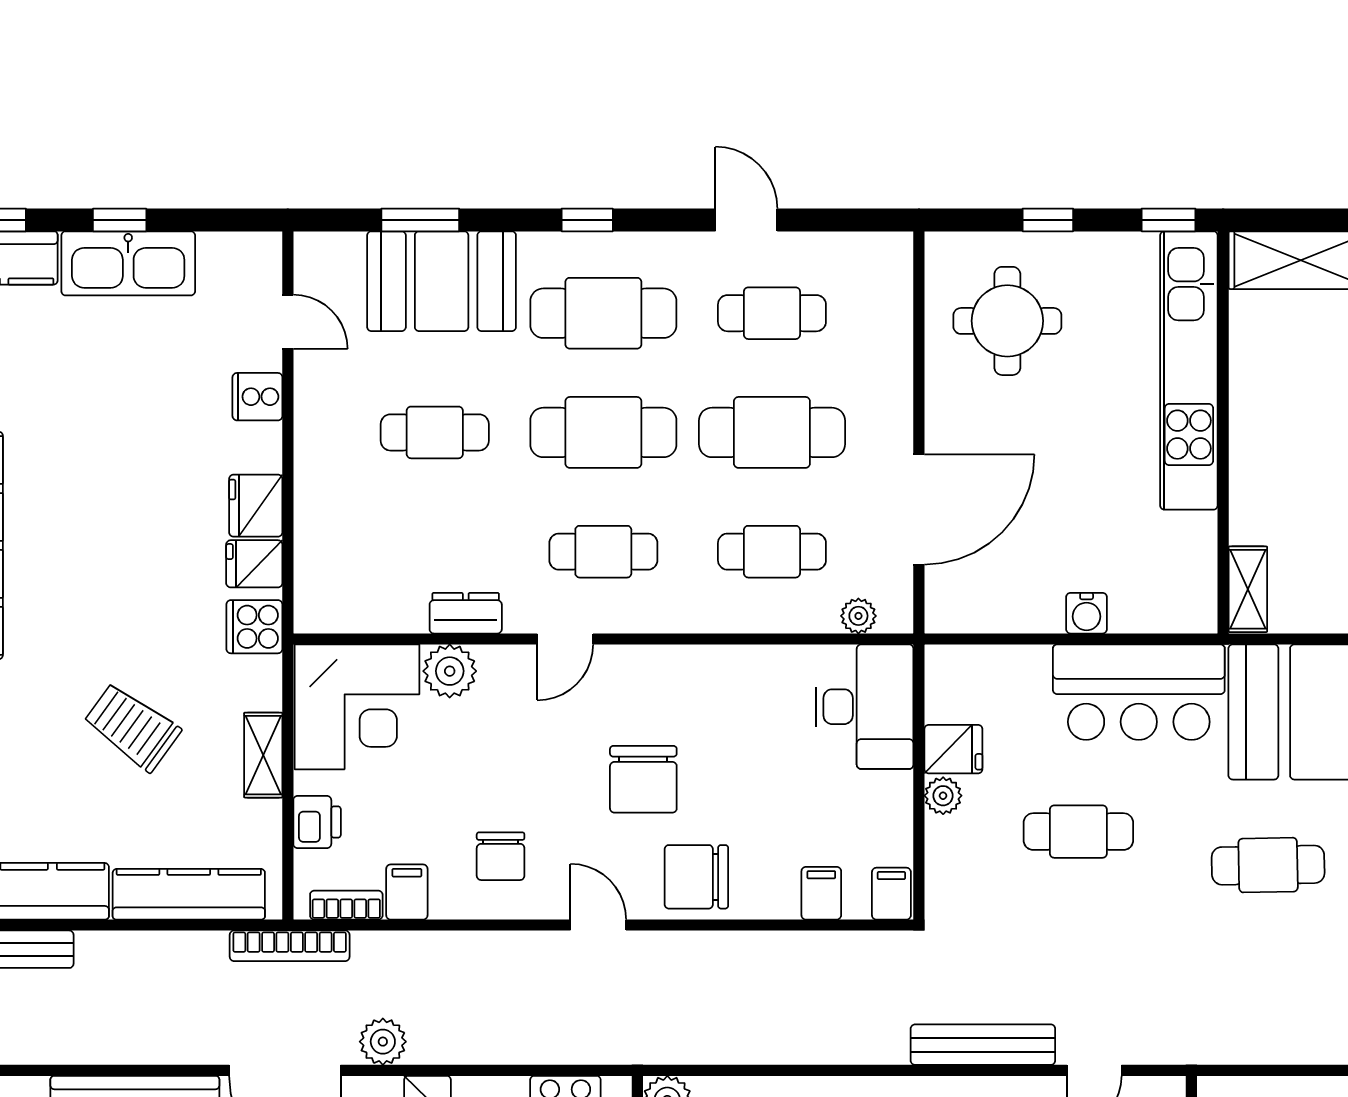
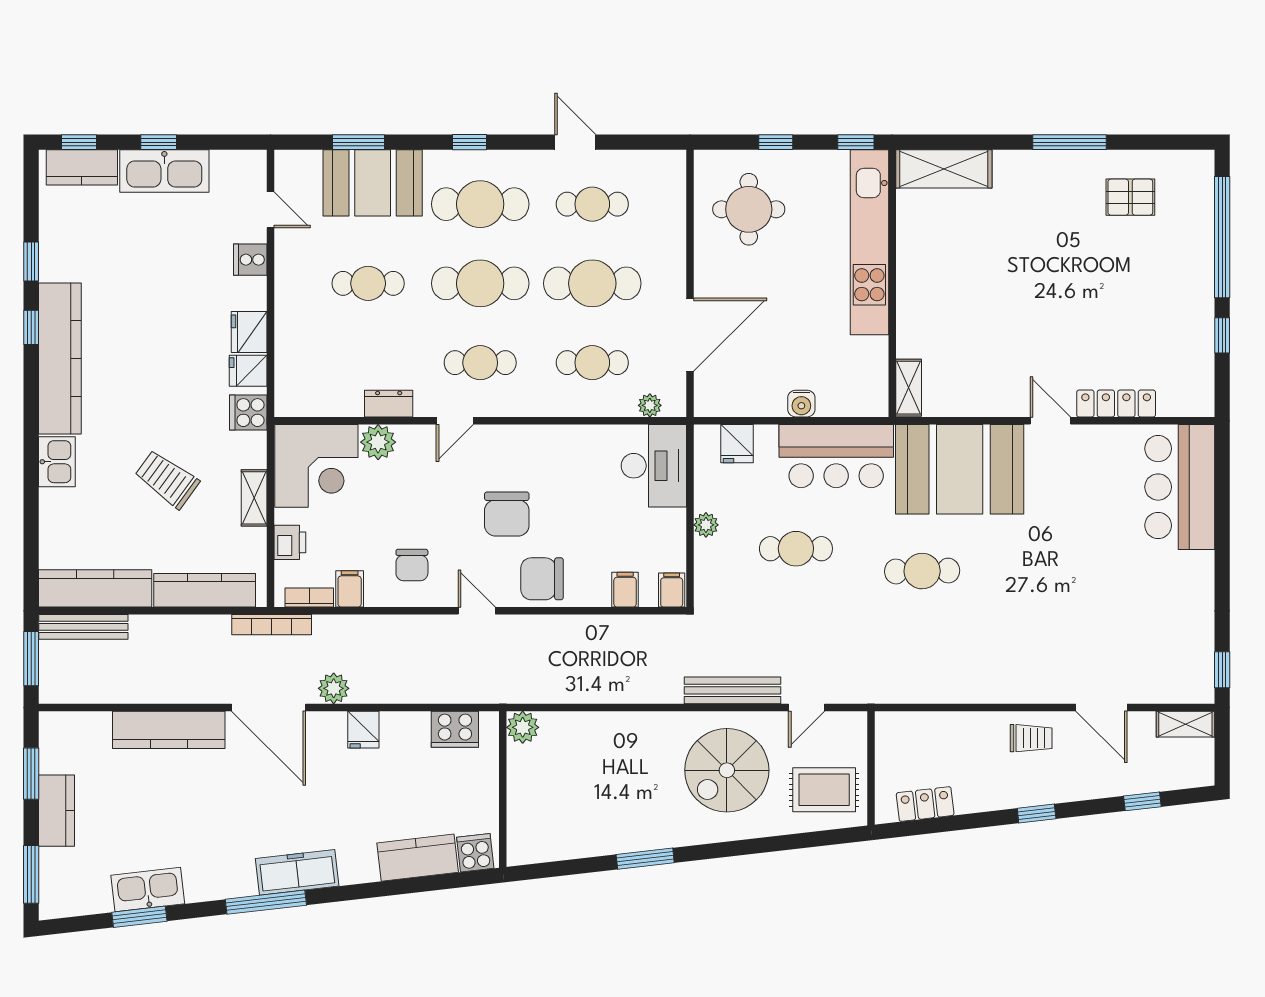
fridge: (953, 749) -> (737, 444), moved, turned 90

